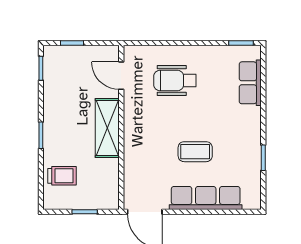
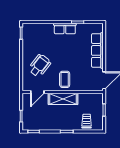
wheelchair: (175, 81) -> (40, 66), turned -142
row of seats: (250, 83) -> (65, 29), moved
coffee table: (195, 152) -> (65, 79), moved

